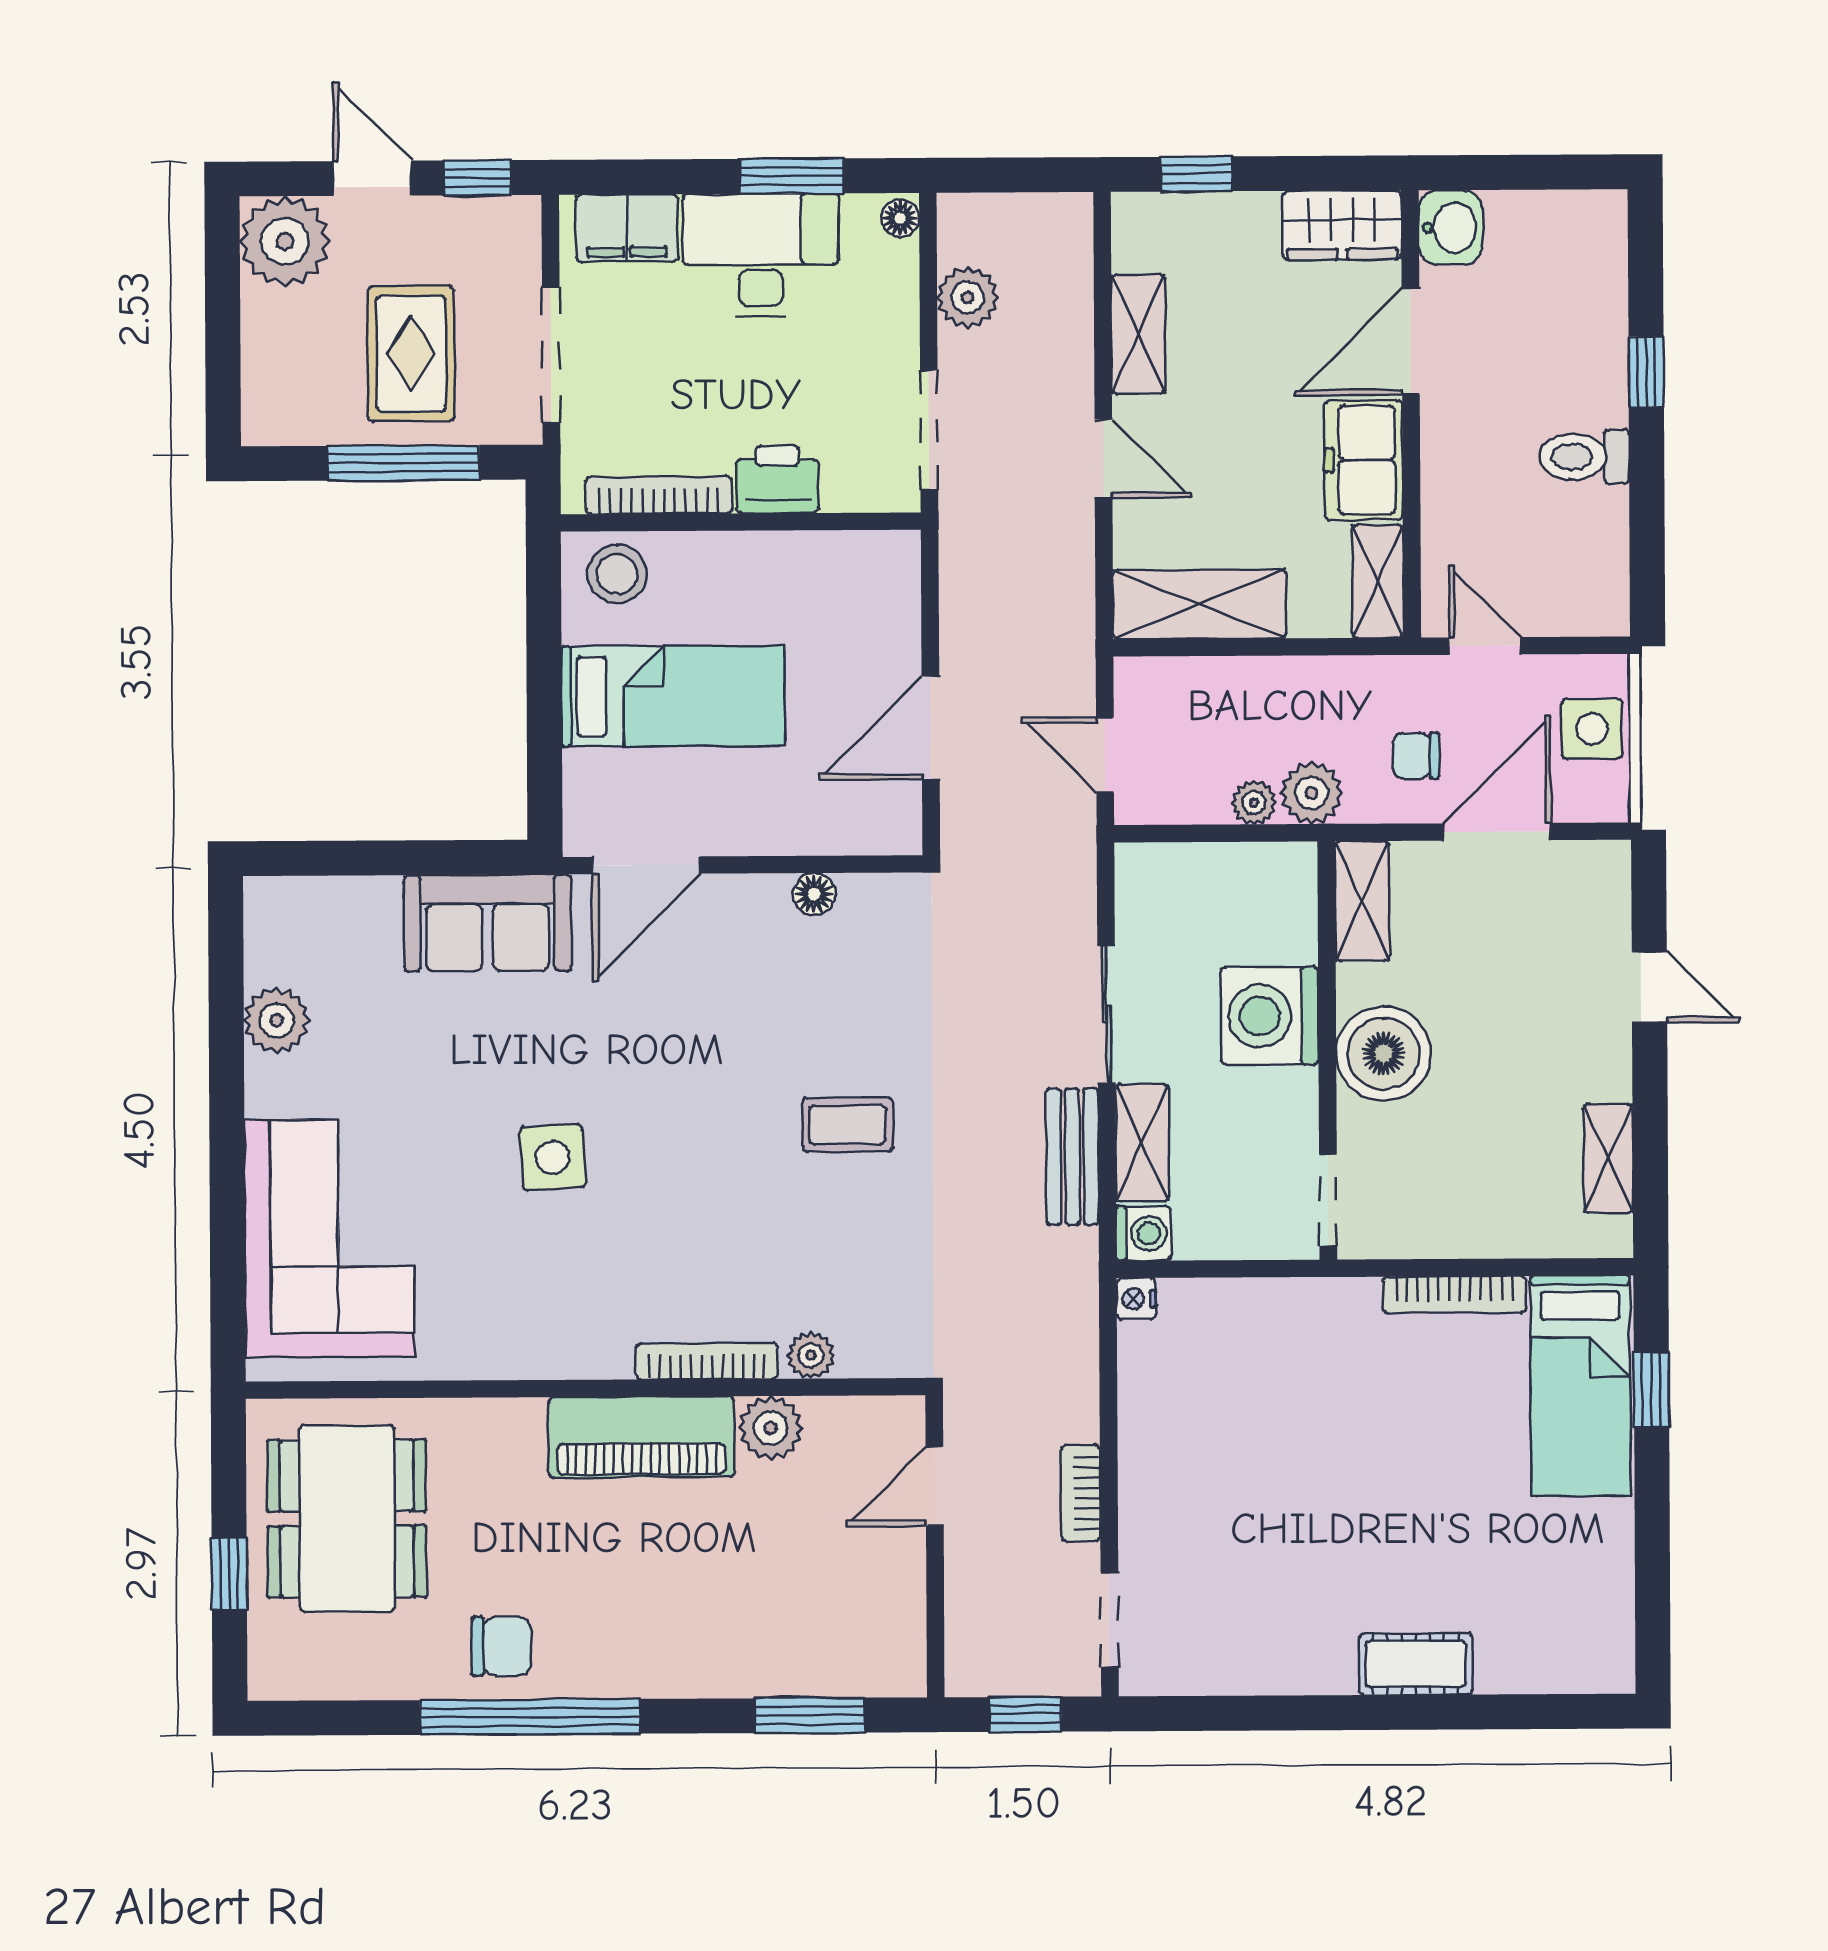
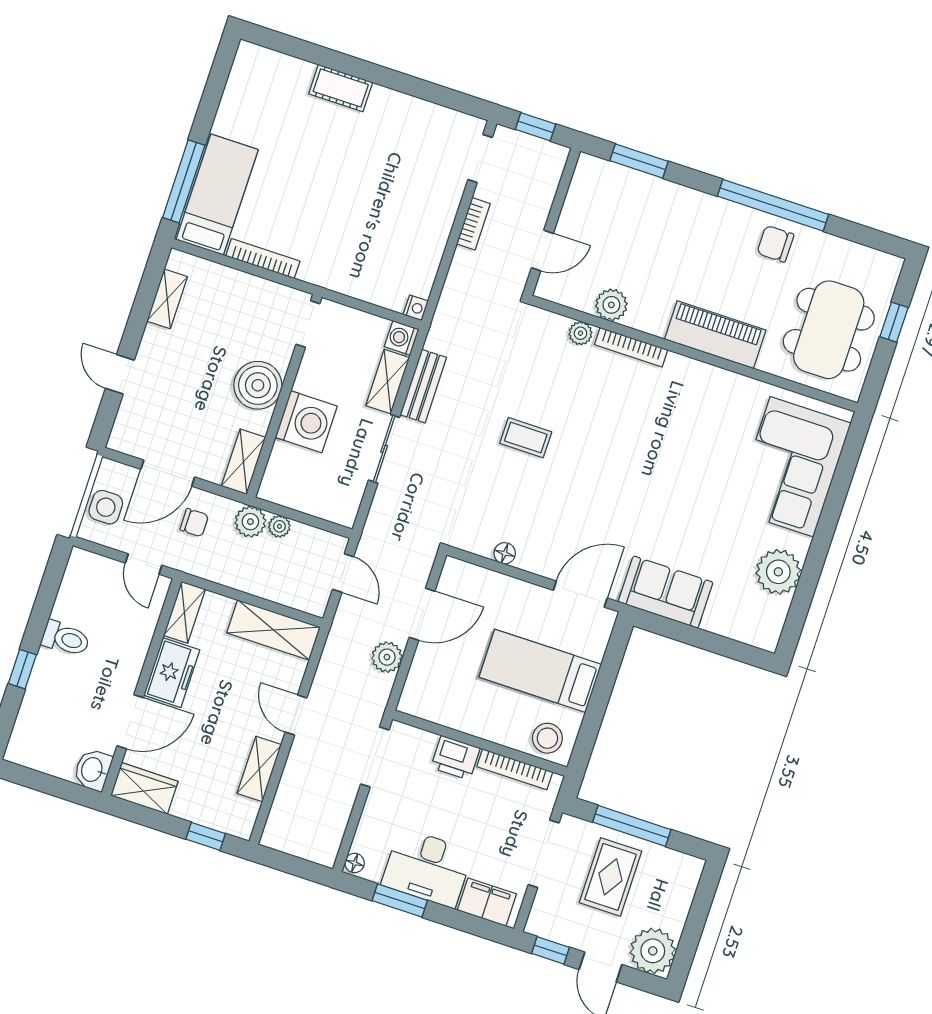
plant: (968, 297) -> (387, 657), moved
plant: (277, 1020) -> (778, 572), width x1.36, depth x1.36
side table: (553, 1158) -> (672, 469), removed
window: (1651, 1389) -> (184, 181), width x2.17
piano: (641, 1437) -> (715, 335), moved

